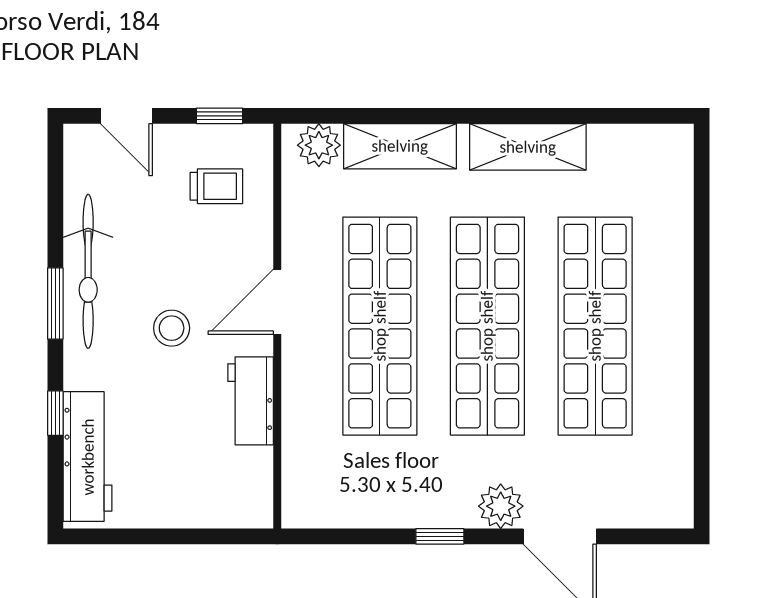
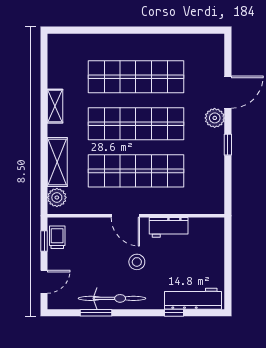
shelving: (528, 147) -> (55, 106), width x0.67, depth x0.75
trolley: (216, 186) -> (57, 237), moved
window: (55, 304) -> (96, 313), moved

